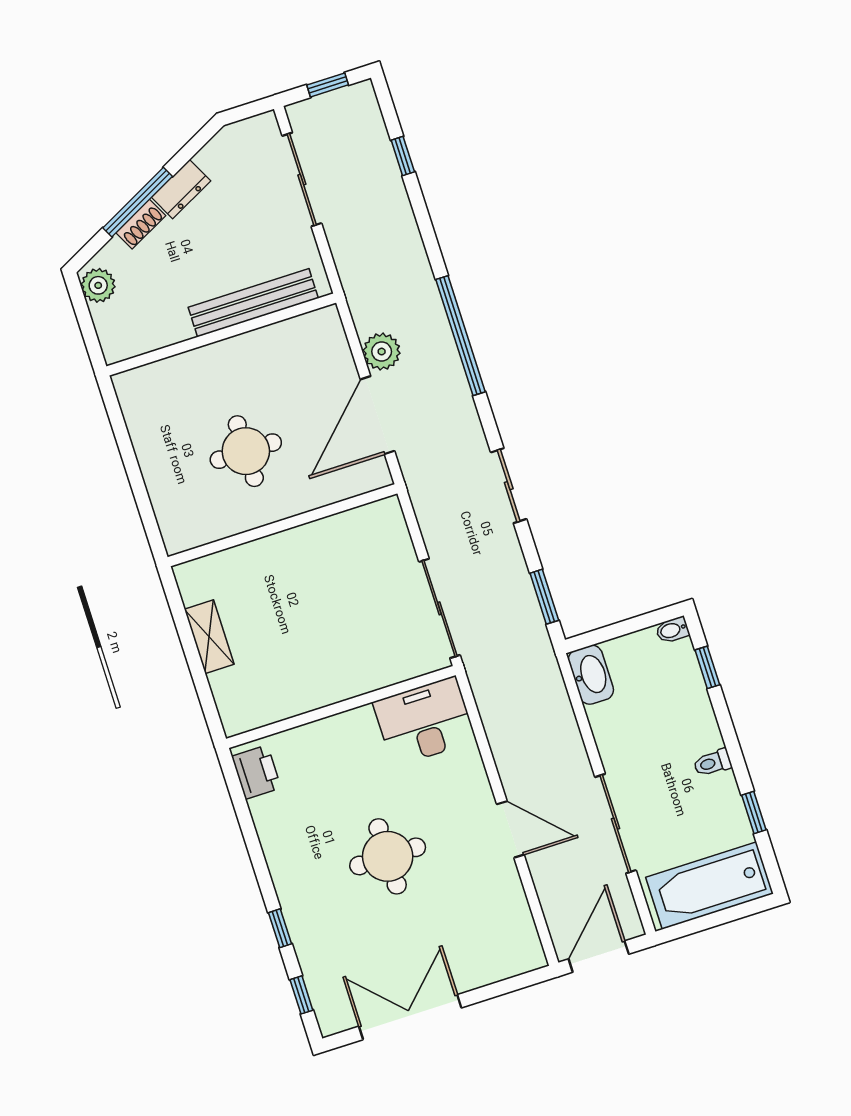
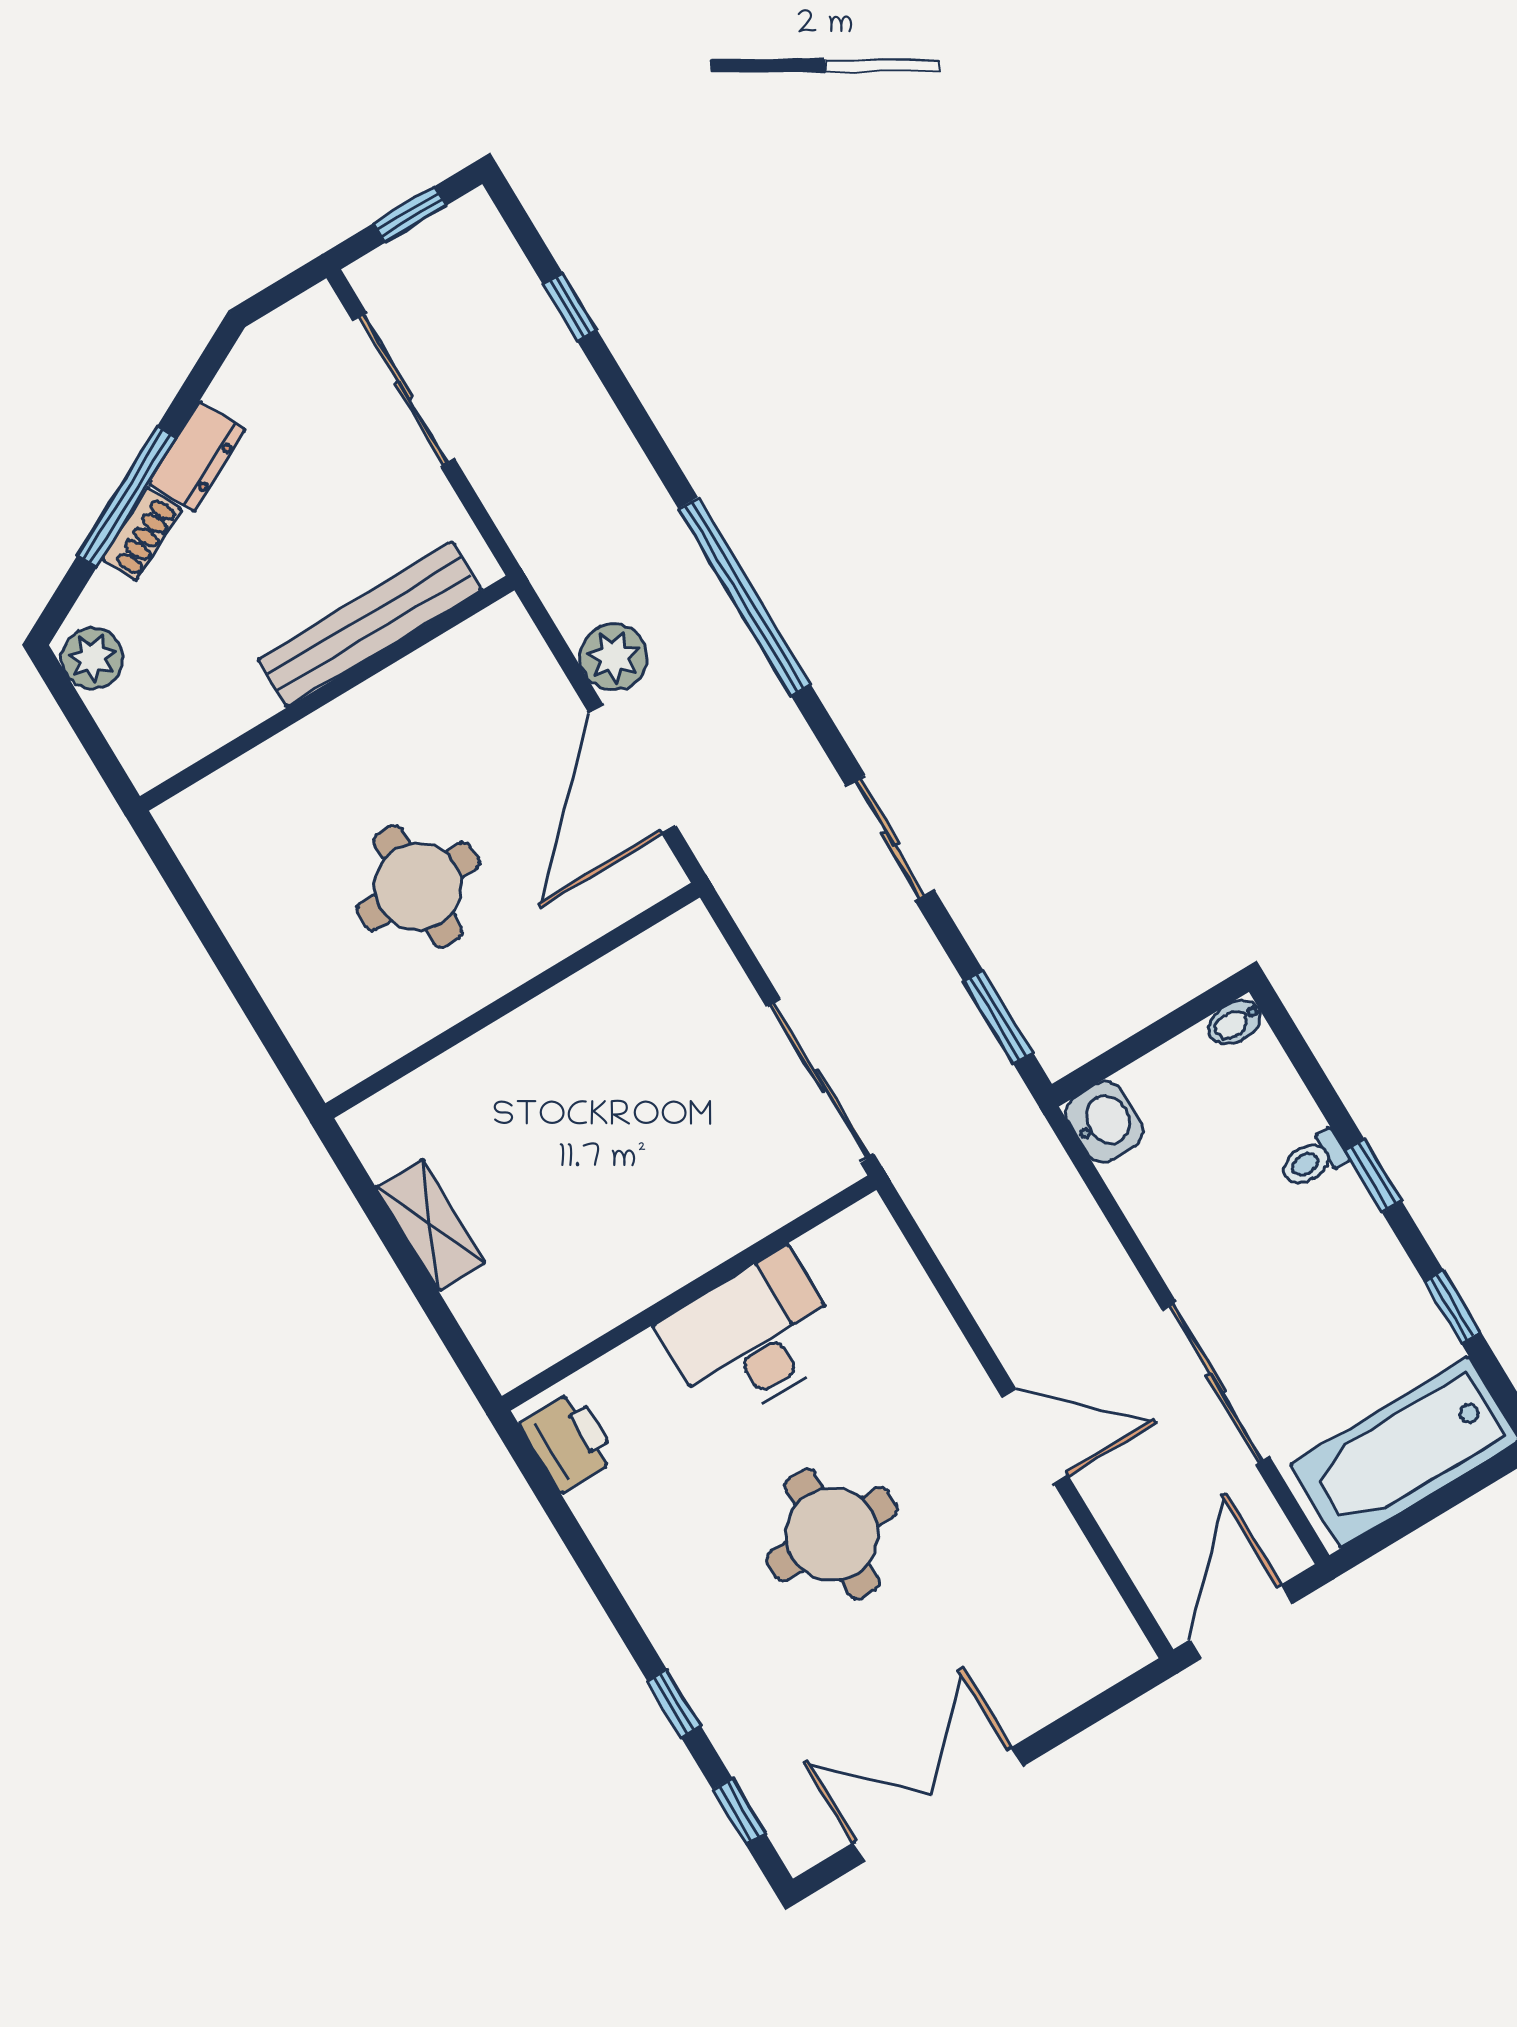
window: (707, 667) -> (1373, 1176), moved
washbasin: (591, 675) -> (1104, 1122), width x0.72
desk: (425, 721) -> (752, 1337), moved
toilet: (713, 763) -> (1313, 1160), moved

